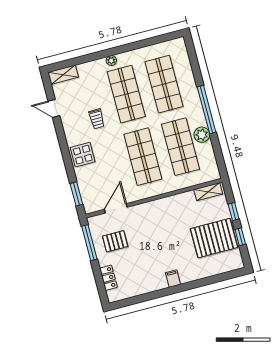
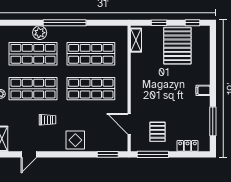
plant: (202, 135) -> (40, 33), moved
window: (240, 237) -> (192, 23), moved
window: (142, 298) -> (213, 121), added

